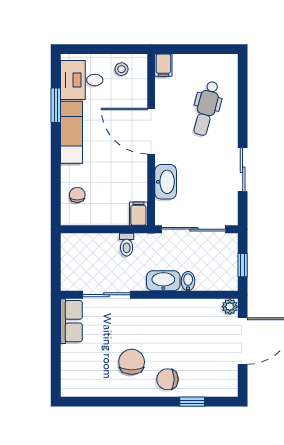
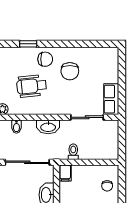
bidet: (188, 281) -> (16, 127), moved
wheelchair: (187, 340) -> (32, 86), added

